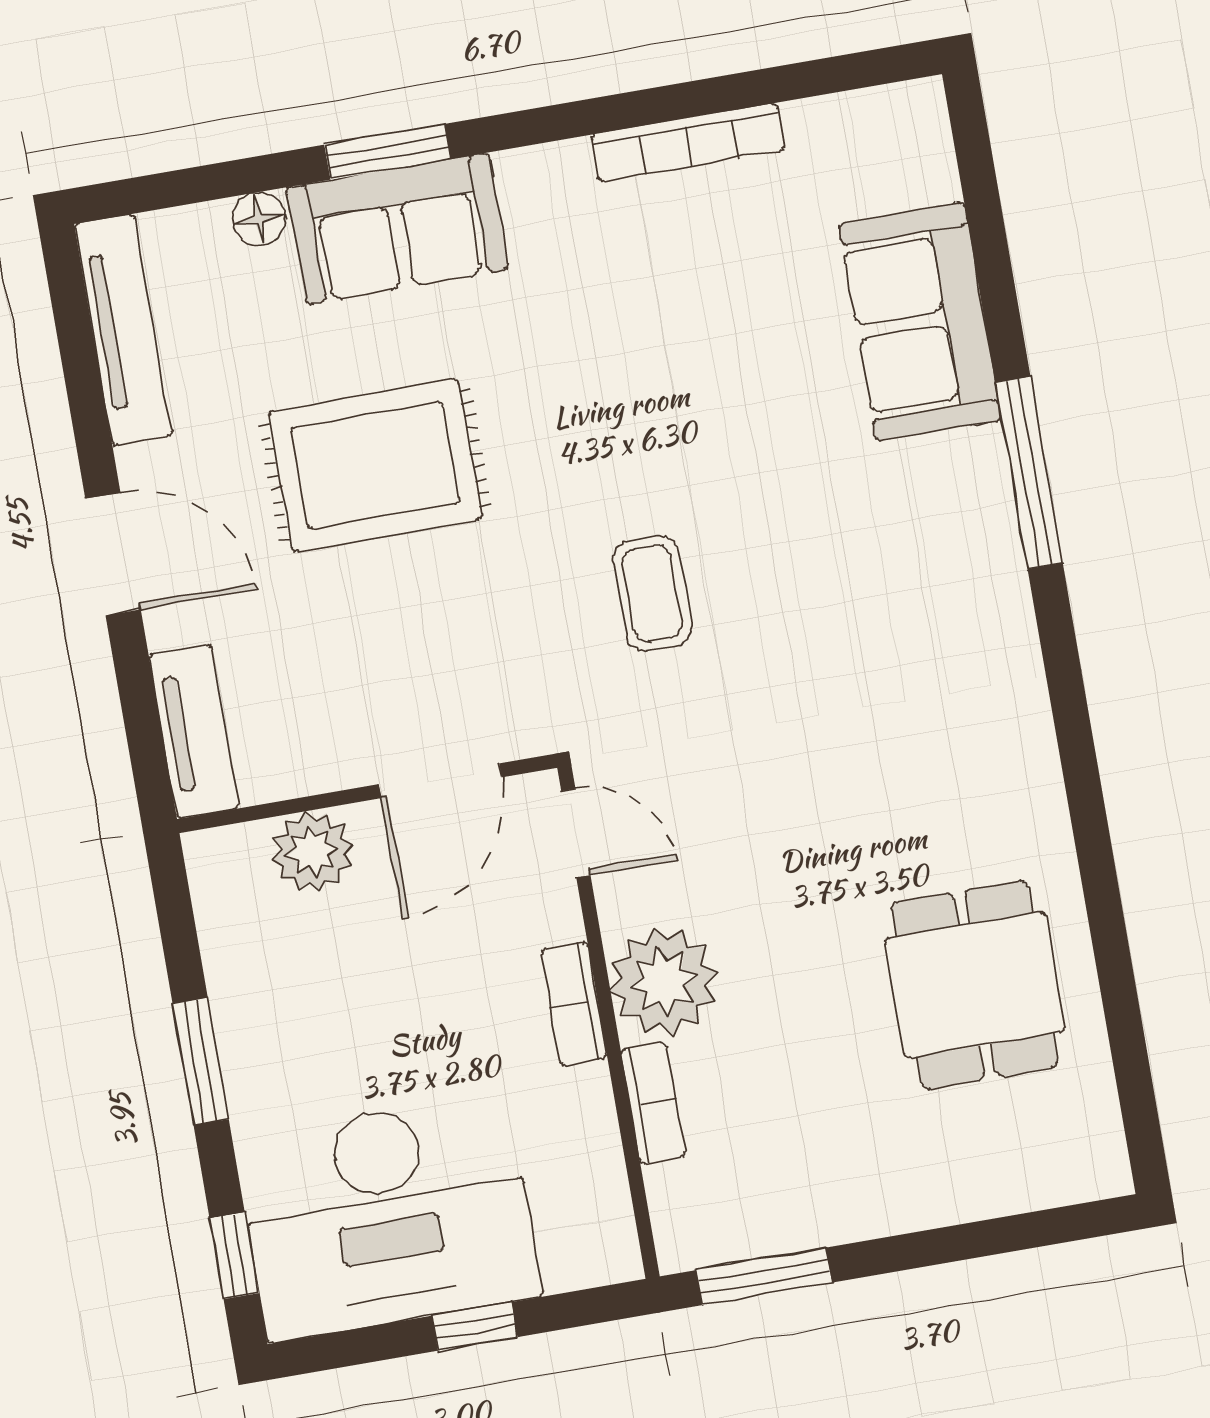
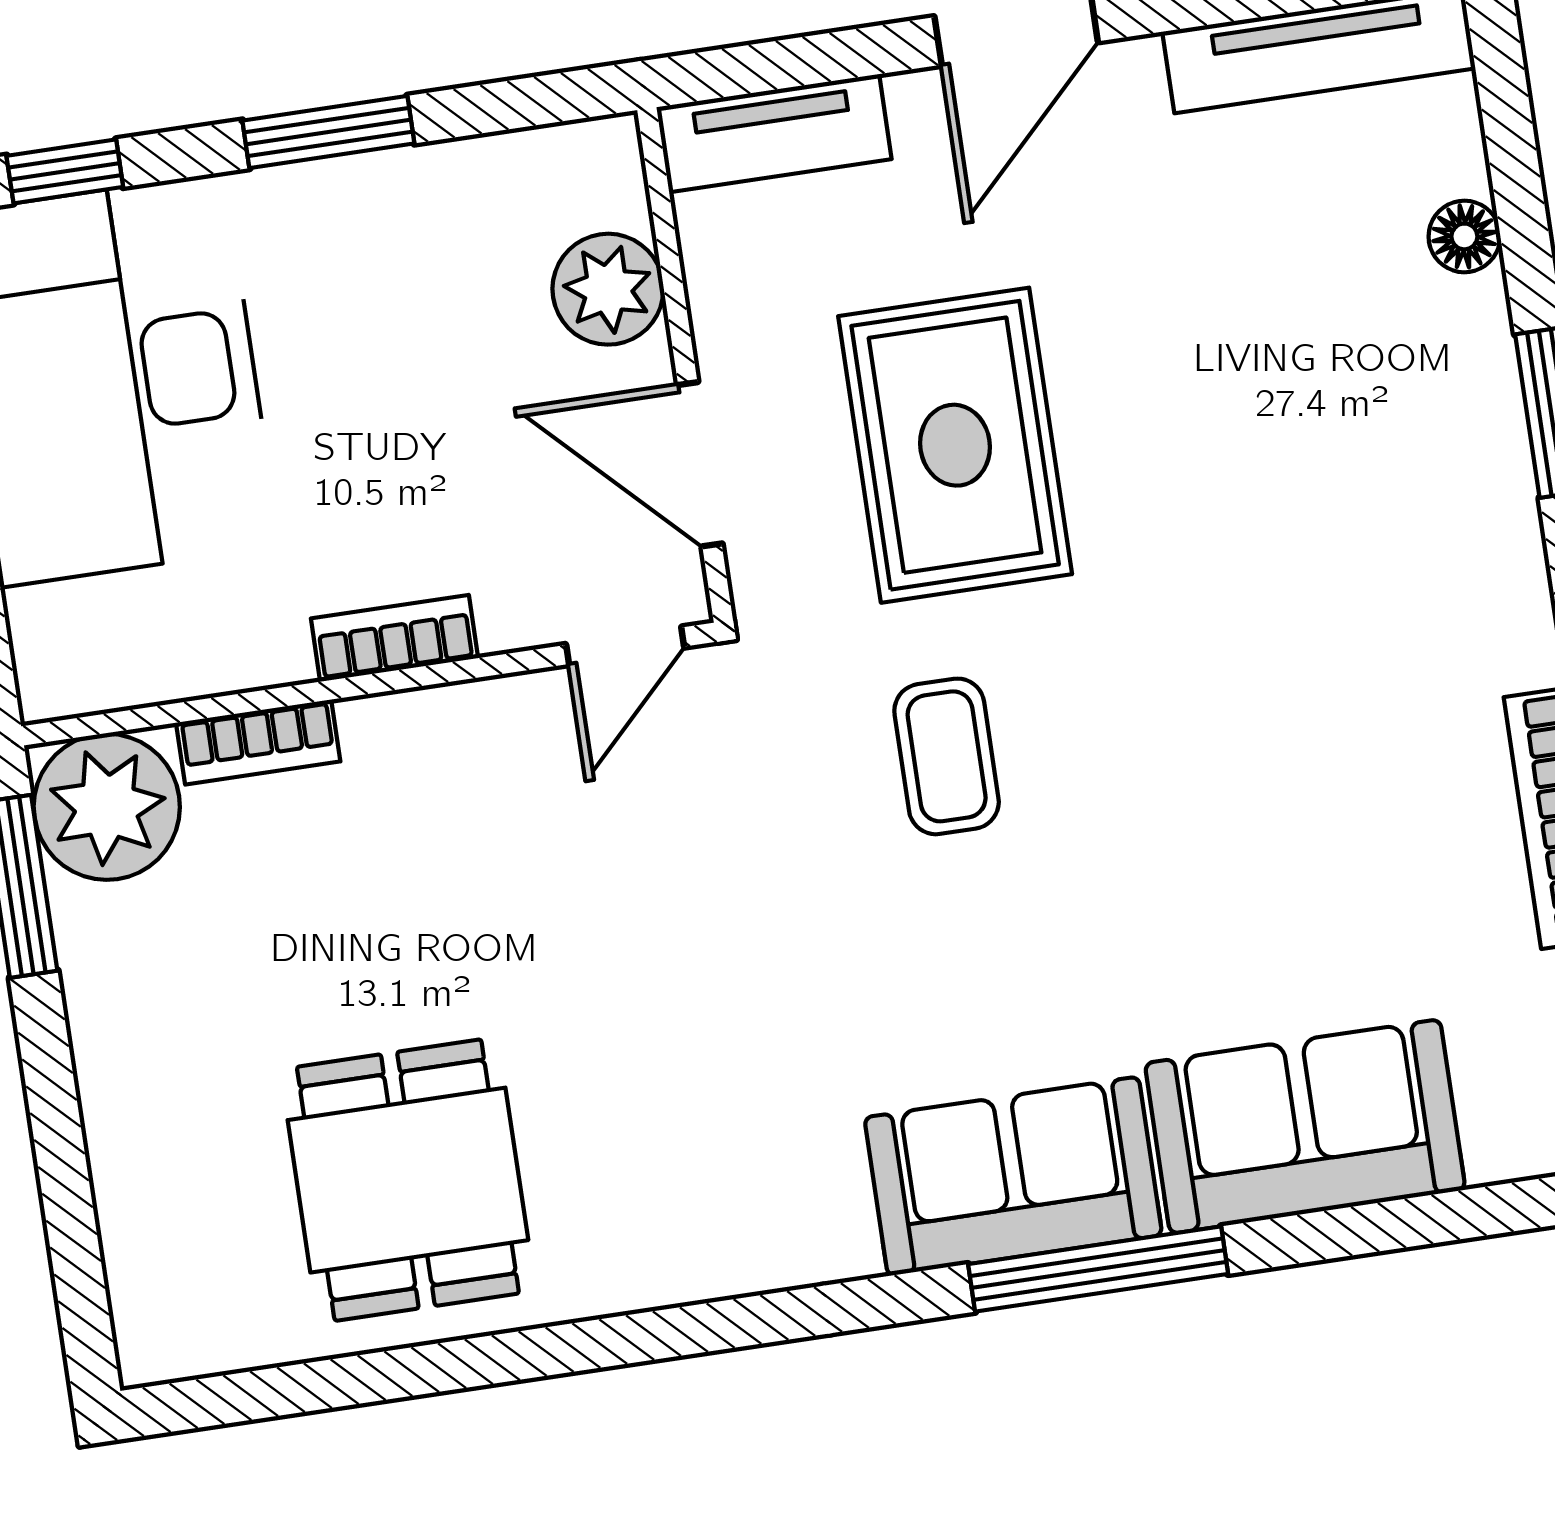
sofa: (397, 228) -> (1013, 1176), moved, turned 90
rug: (375, 465) -> (955, 445), moved
coffee table: (652, 593) -> (947, 756), turned 90
plant: (664, 982) -> (107, 807), moved
dining table: (975, 985) -> (408, 1180), turned 90

